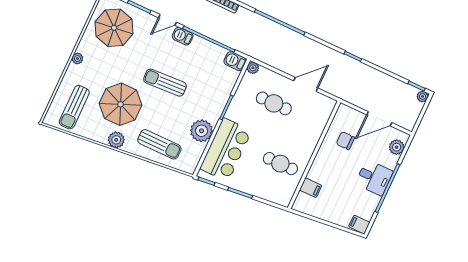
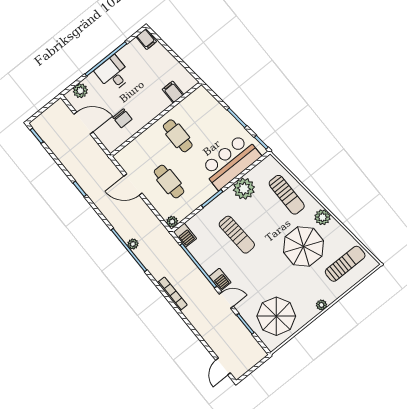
sun lounger: (165, 83) -> (237, 235), moved
plant: (422, 96) -> (133, 244), moved
sun lounger: (159, 144) -> (287, 195), turned 180
cafe table: (280, 164) -> (178, 136), moved

